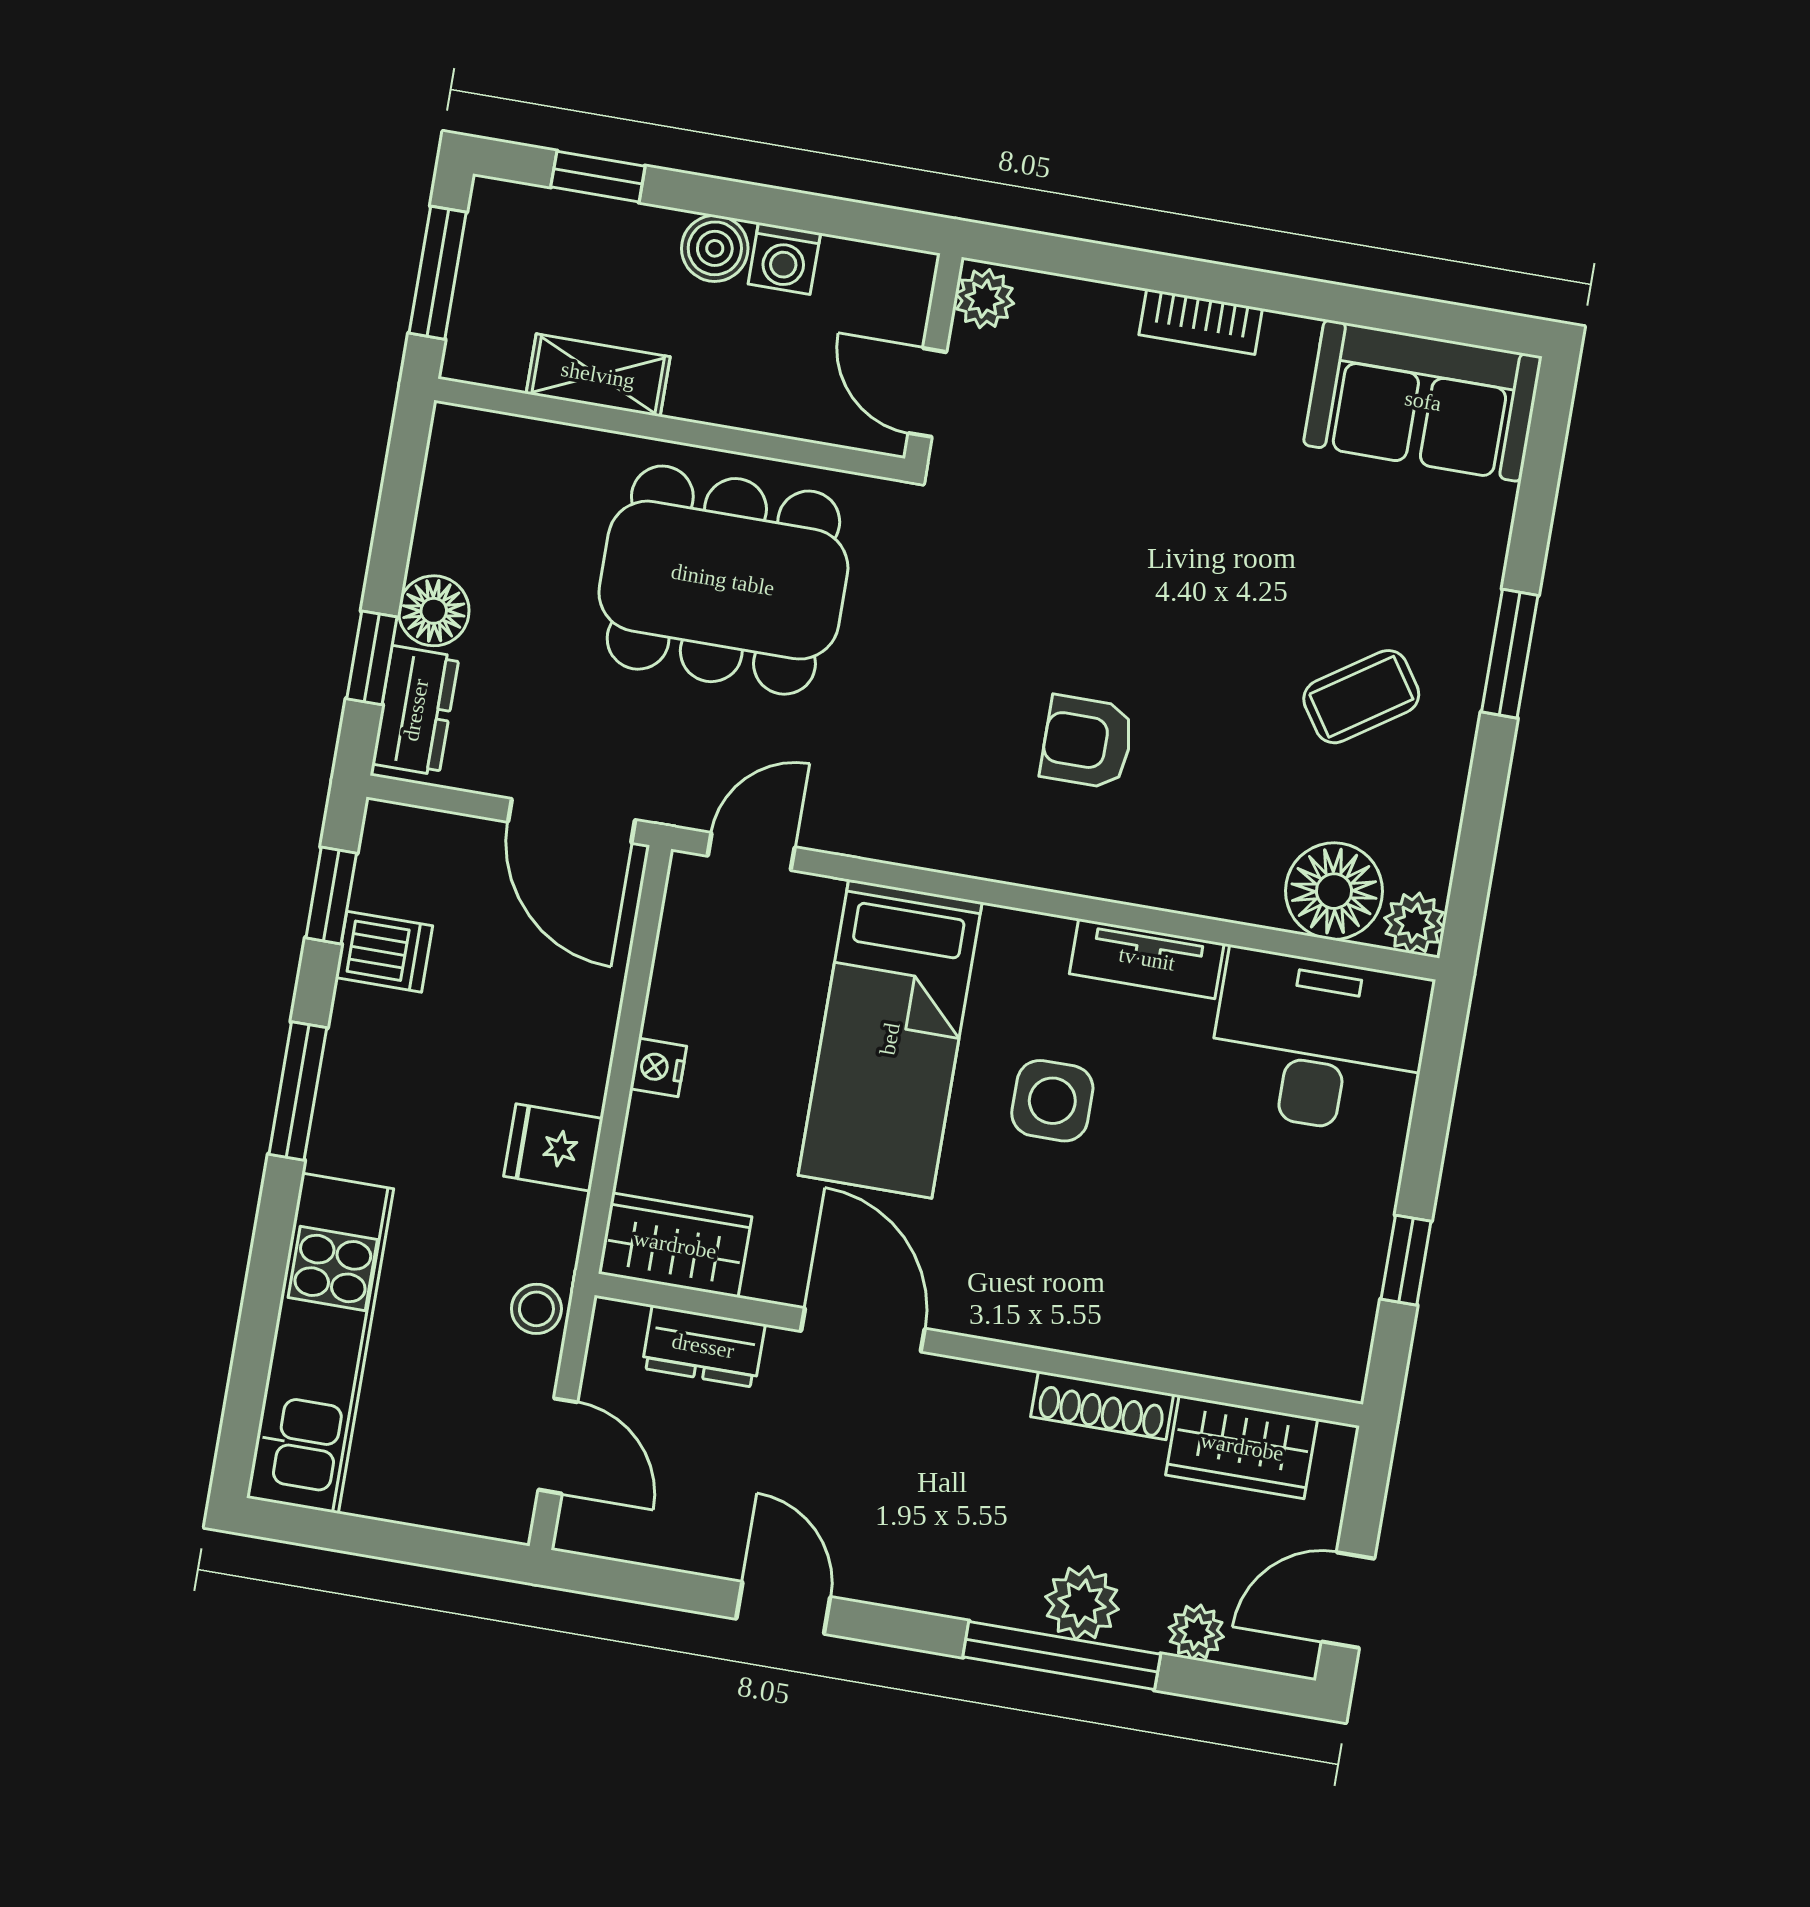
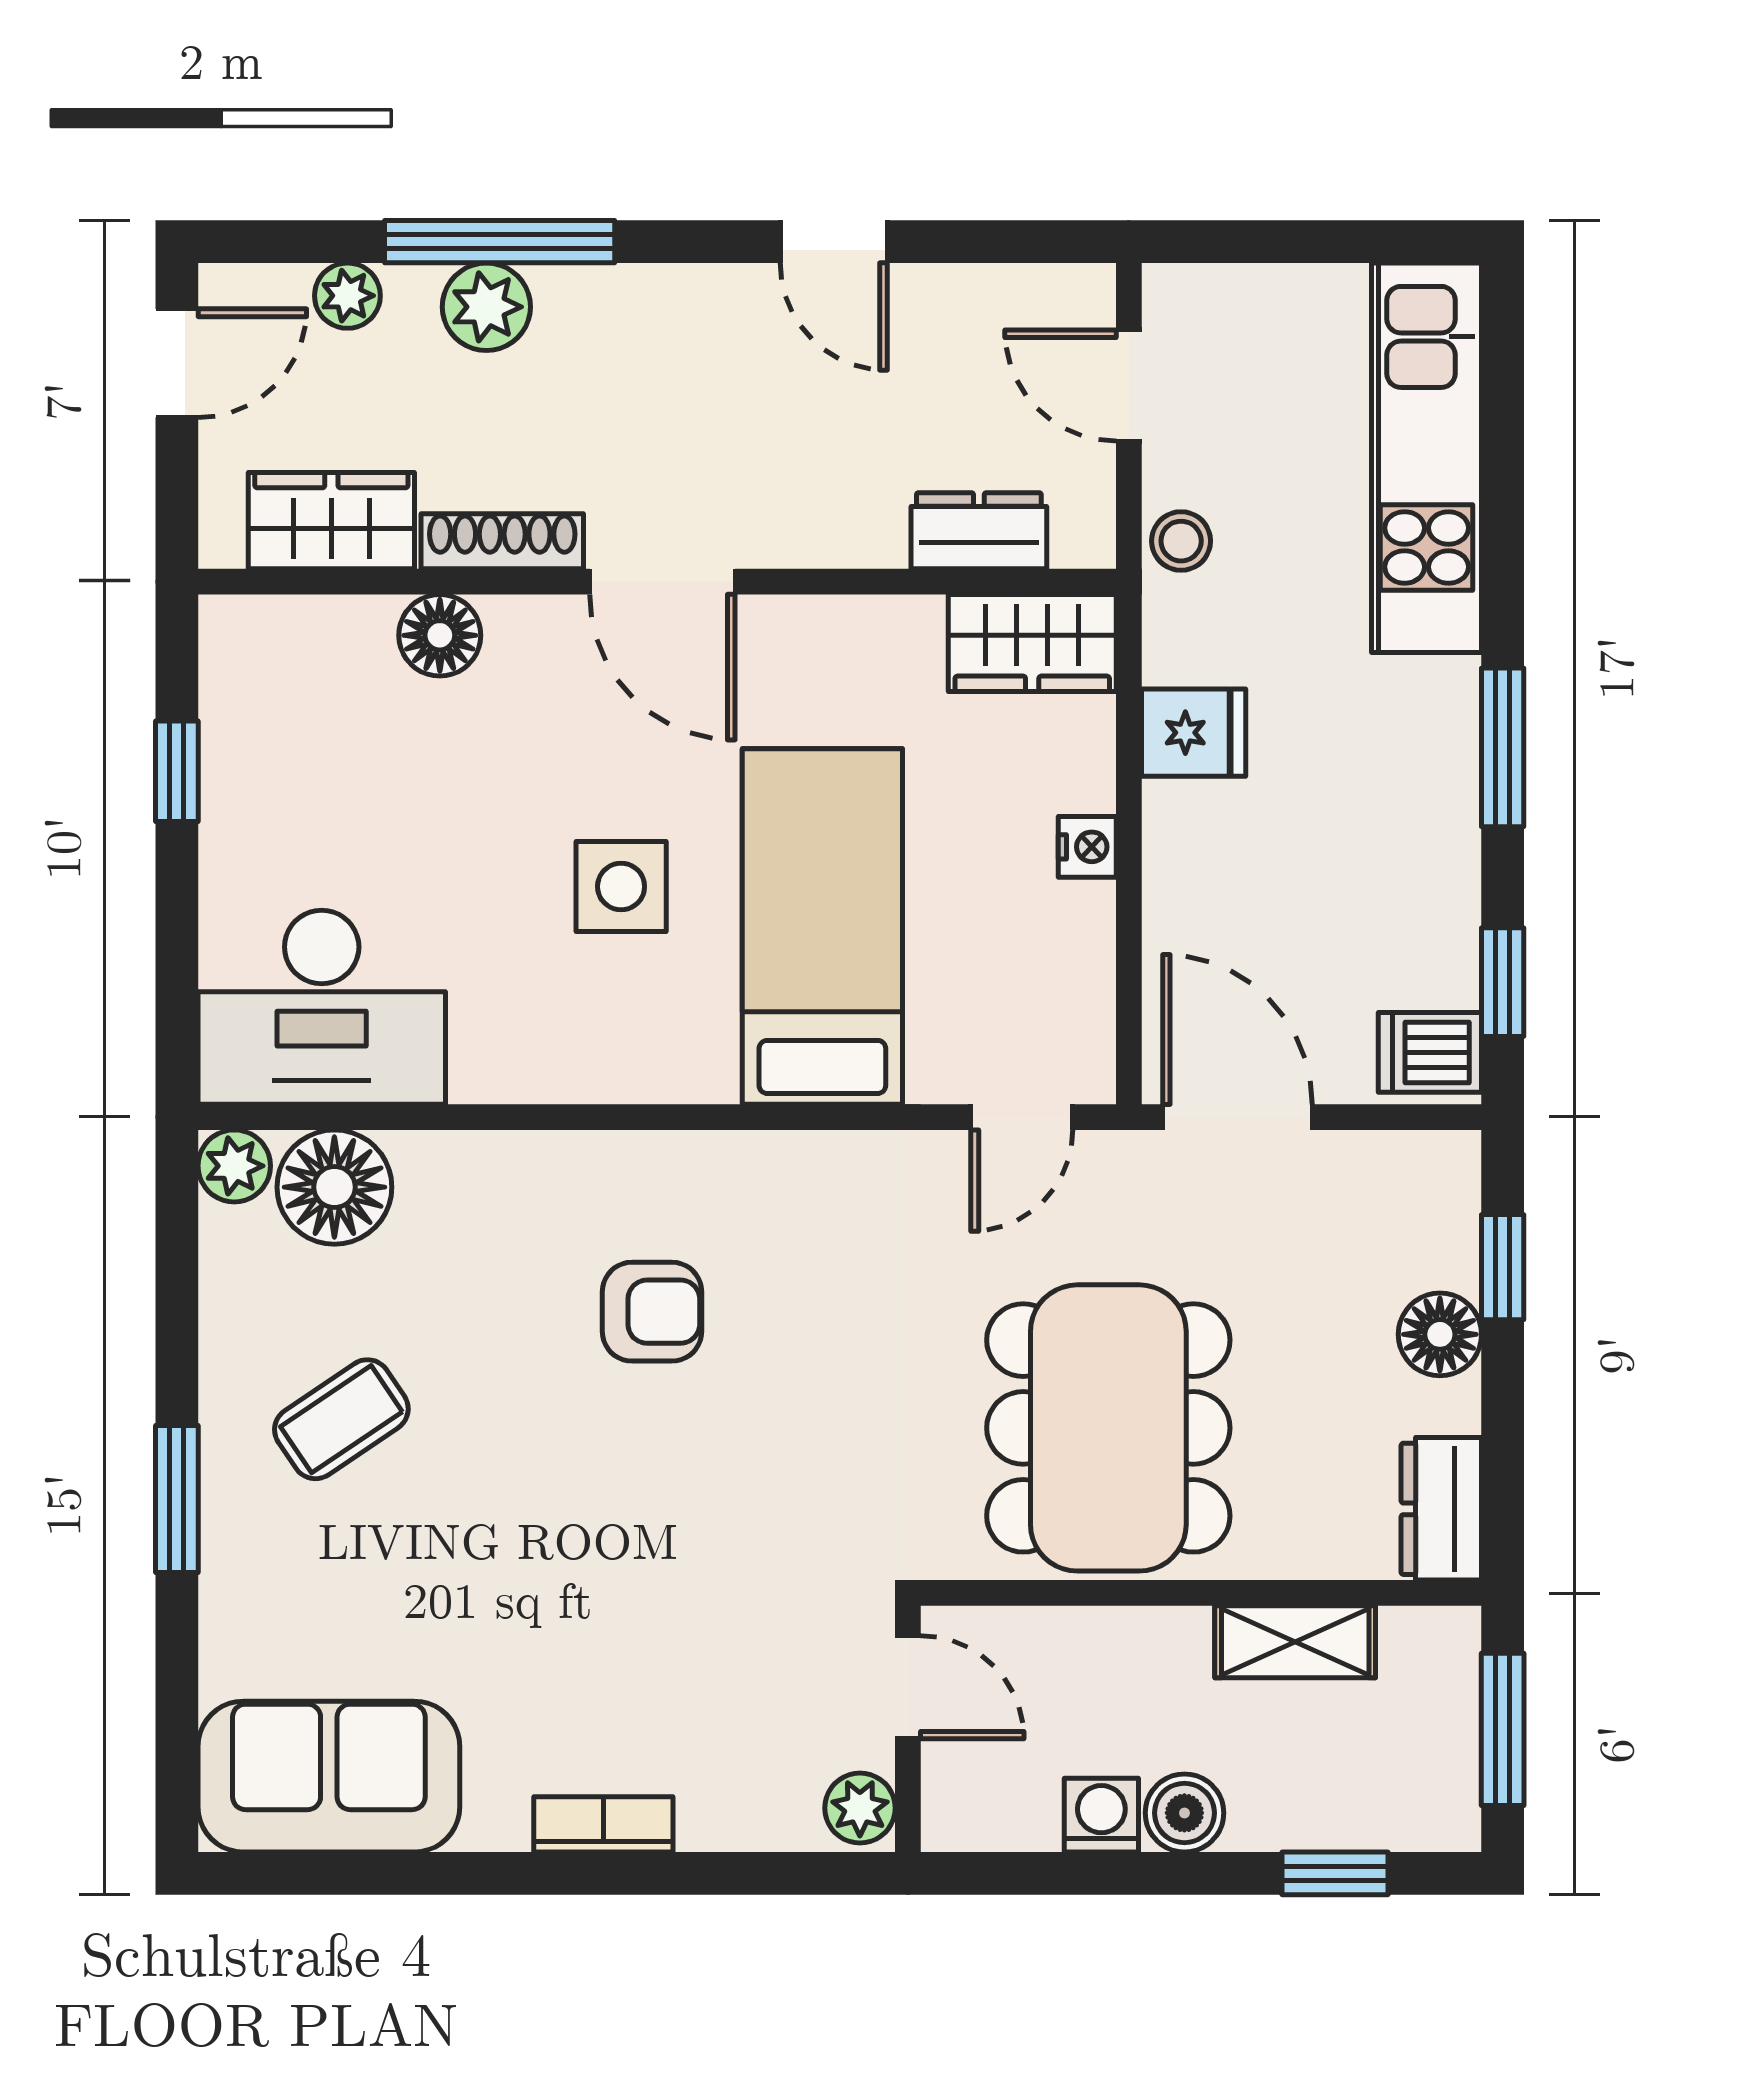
dining table: (723, 580) -> (1108, 1428), turned 90
dresser: (416, 710) -> (1441, 1509), moved
dishwasher: (384, 952) -> (1430, 1052), moved
tv unit: (1147, 959) -> (539, 1071), removed
door: (863, 1330) -> (662, 582), moved
floor lamp: (1168, 1336) -> (440, 635), added

